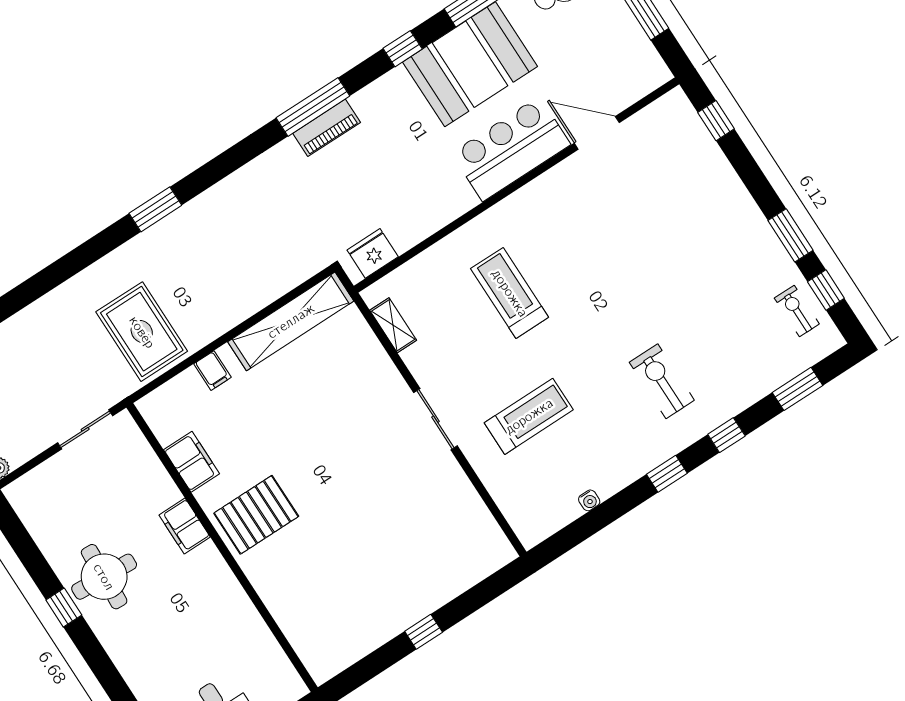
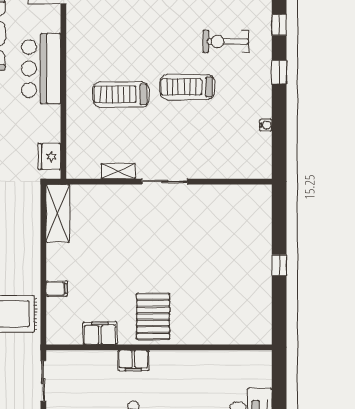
bar counter: (511, 149) -> (41, 68), moved
shelving: (291, 321) -> (58, 213), width x0.68
shelving: (393, 325) -> (118, 171), moved
treadmill: (529, 416) -> (187, 87), moved, turned -90

